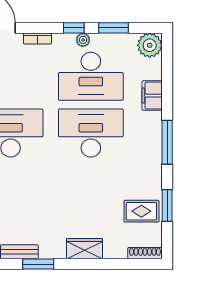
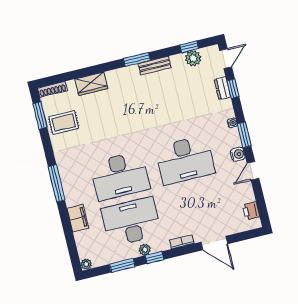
plant: (150, 45) -> (86, 264), width x0.53, depth x0.53
window: (167, 205) -> (40, 115), moved
wardrobe: (84, 249) -> (91, 84), moved

